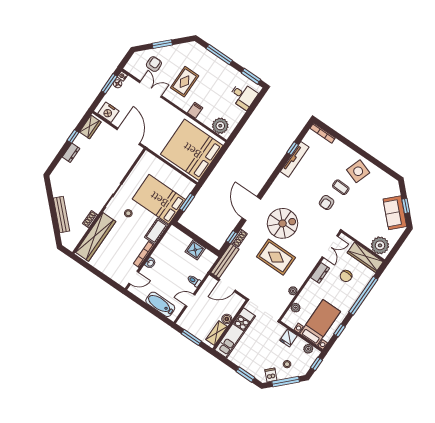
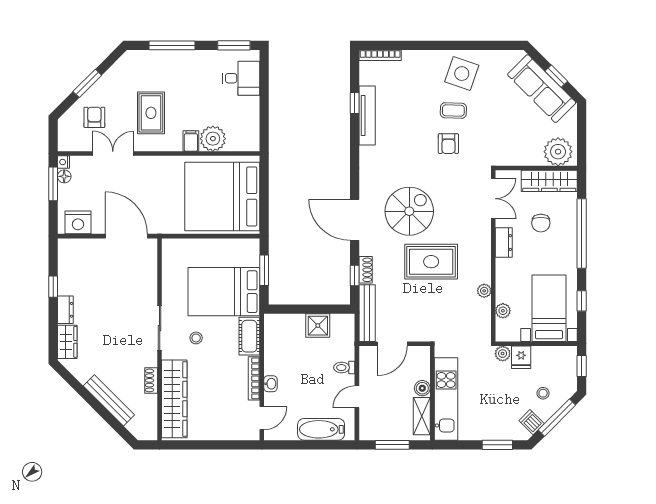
plant: (220, 126) -> (213, 139), moved
wardrobe: (90, 127) -> (67, 342), moved
sofa: (395, 213) -> (542, 89), width x1.36
plant: (308, 349) -> (503, 354), moved

